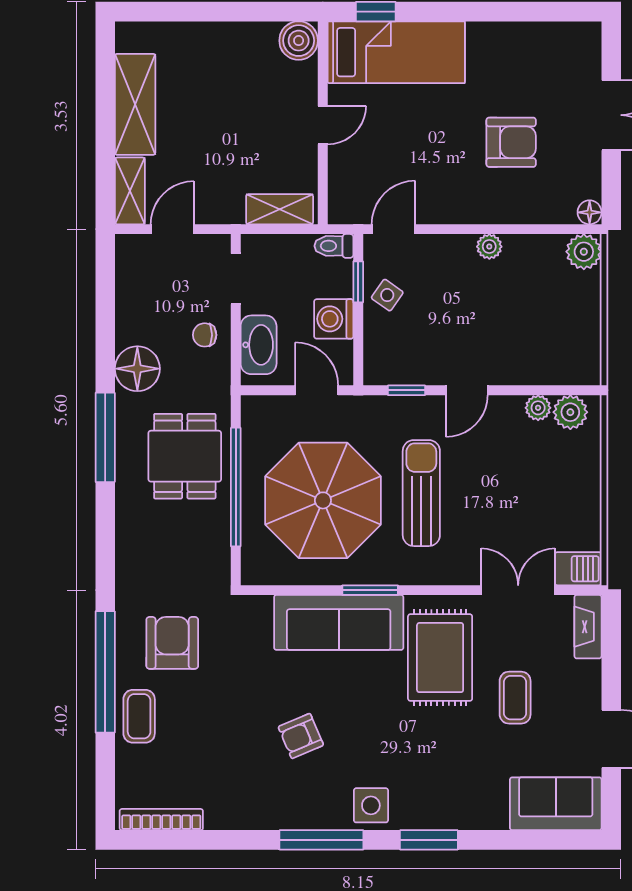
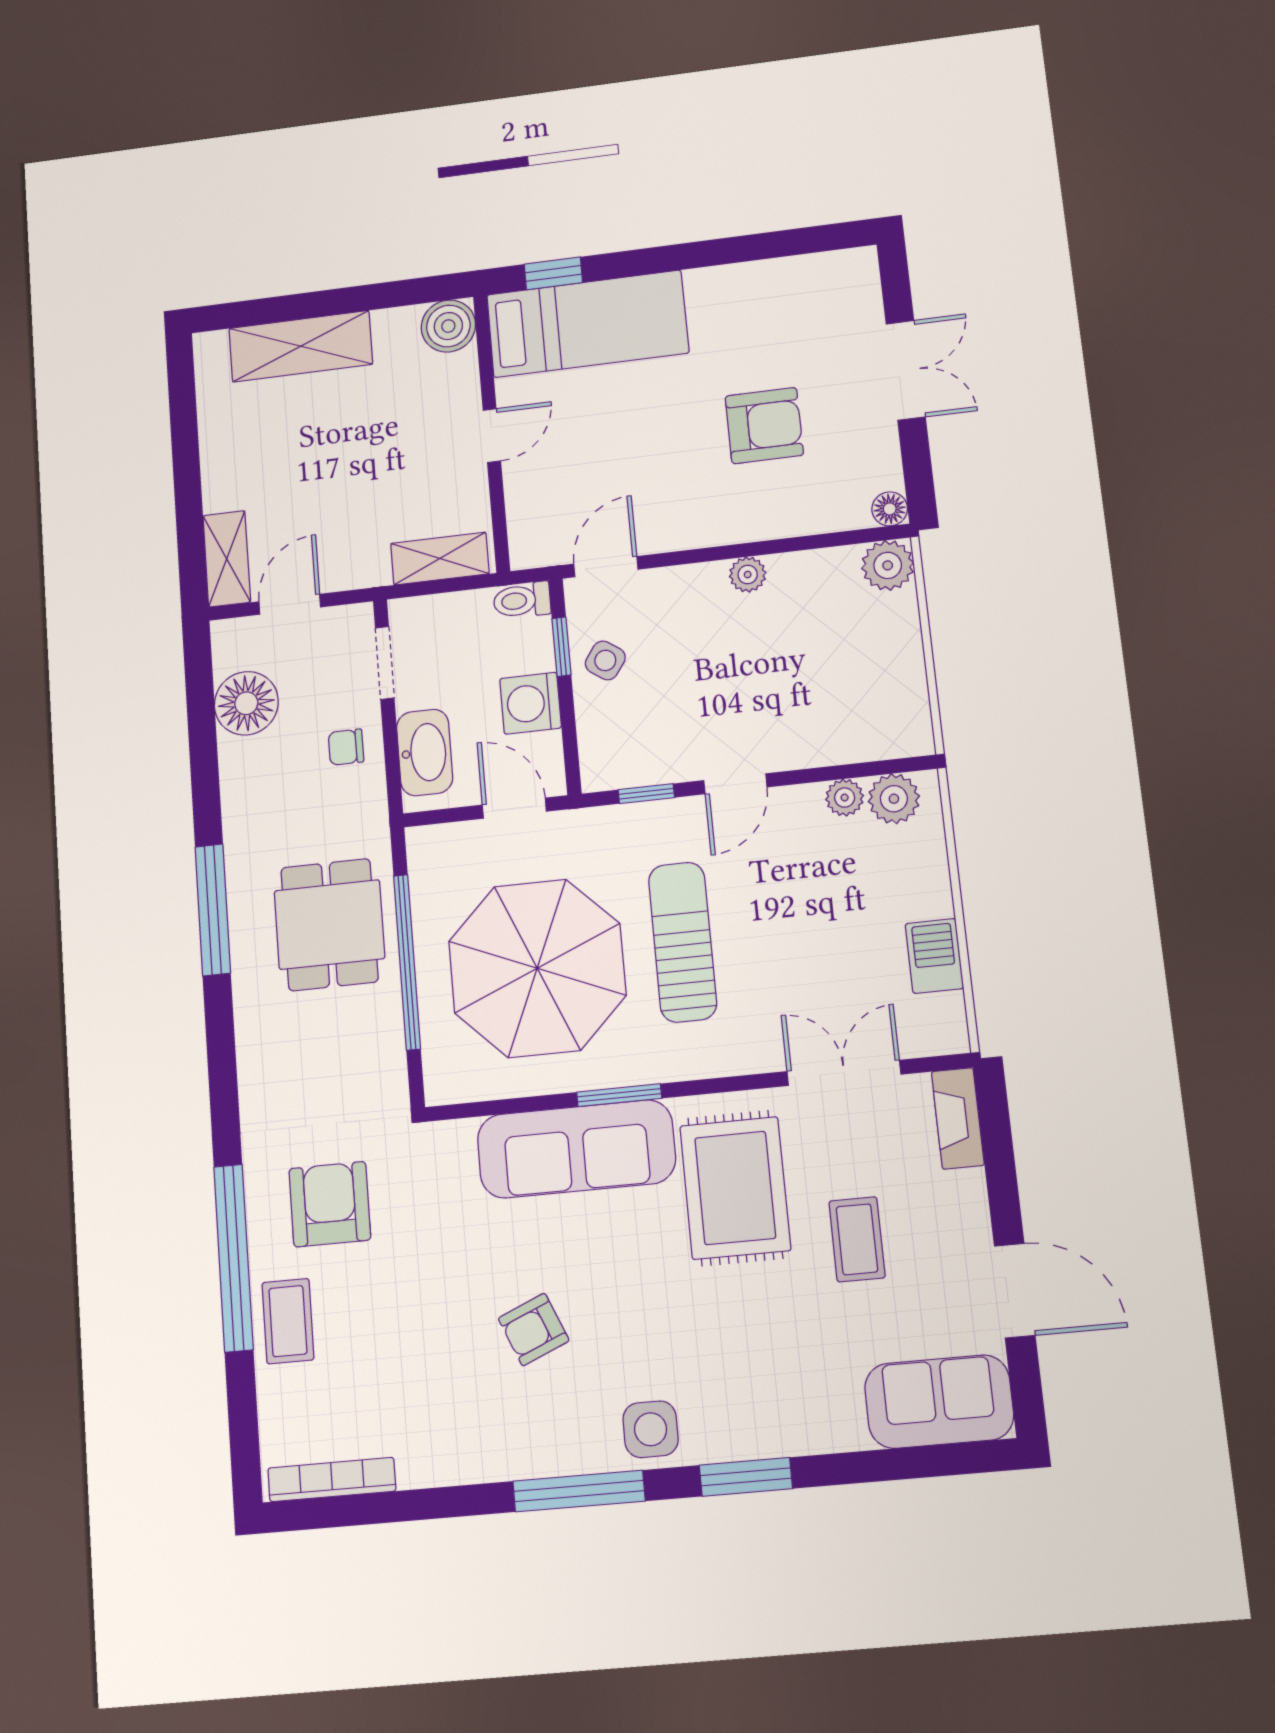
shelving: (135, 104) -> (301, 346), moved, turned 90
floor lamp: (137, 369) -> (246, 703), moved
barbecue: (578, 569) -> (934, 956), moved, turned -90

